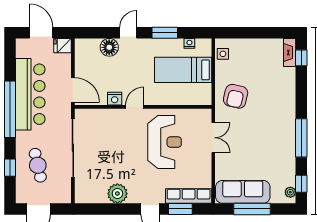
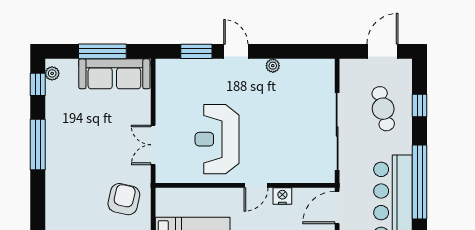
door: (73, 90) -> (337, 207), hinge flipped
plant: (117, 194) -> (273, 66), width x0.53, depth x0.53
row of seats: (189, 196) -> (185, 68), removed

